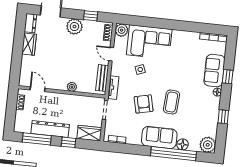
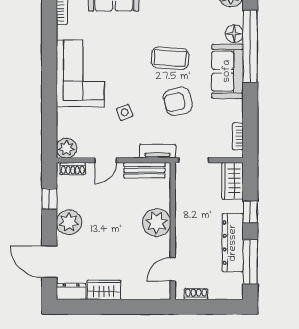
corner sofa: (149, 42) -> (80, 73), moved
plant: (72, 87) -> (157, 223), width x1.88, depth x1.88

